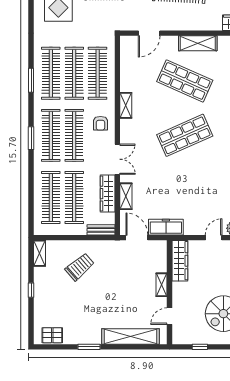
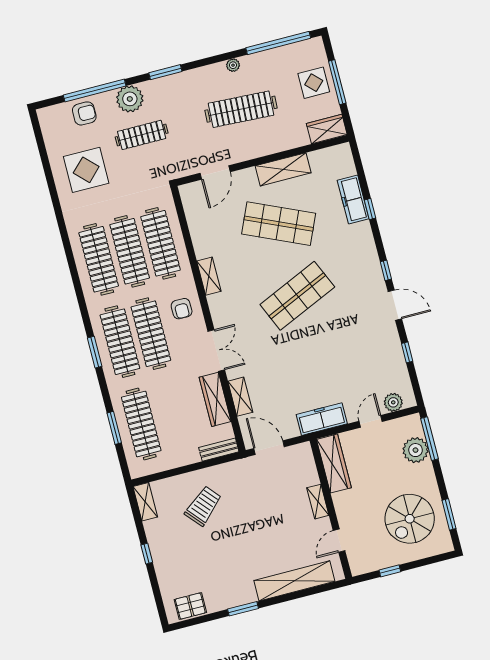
window: (31, 80) -> (114, 428), moved
clothes rail: (74, 197) -> (172, 416), removed
freezer: (166, 227) -> (322, 419), moved

